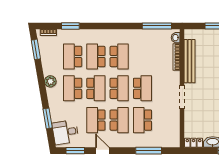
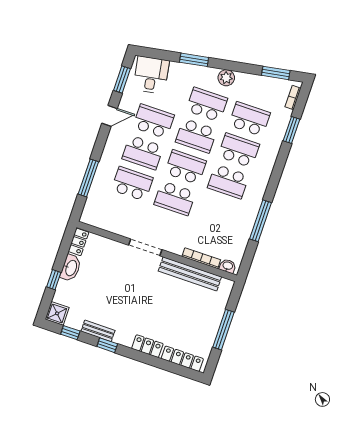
window: (157, 26) -> (261, 221), moved
school desk: (119, 88) -> (185, 167), turned 180
window: (48, 118) -> (194, 60), moved

